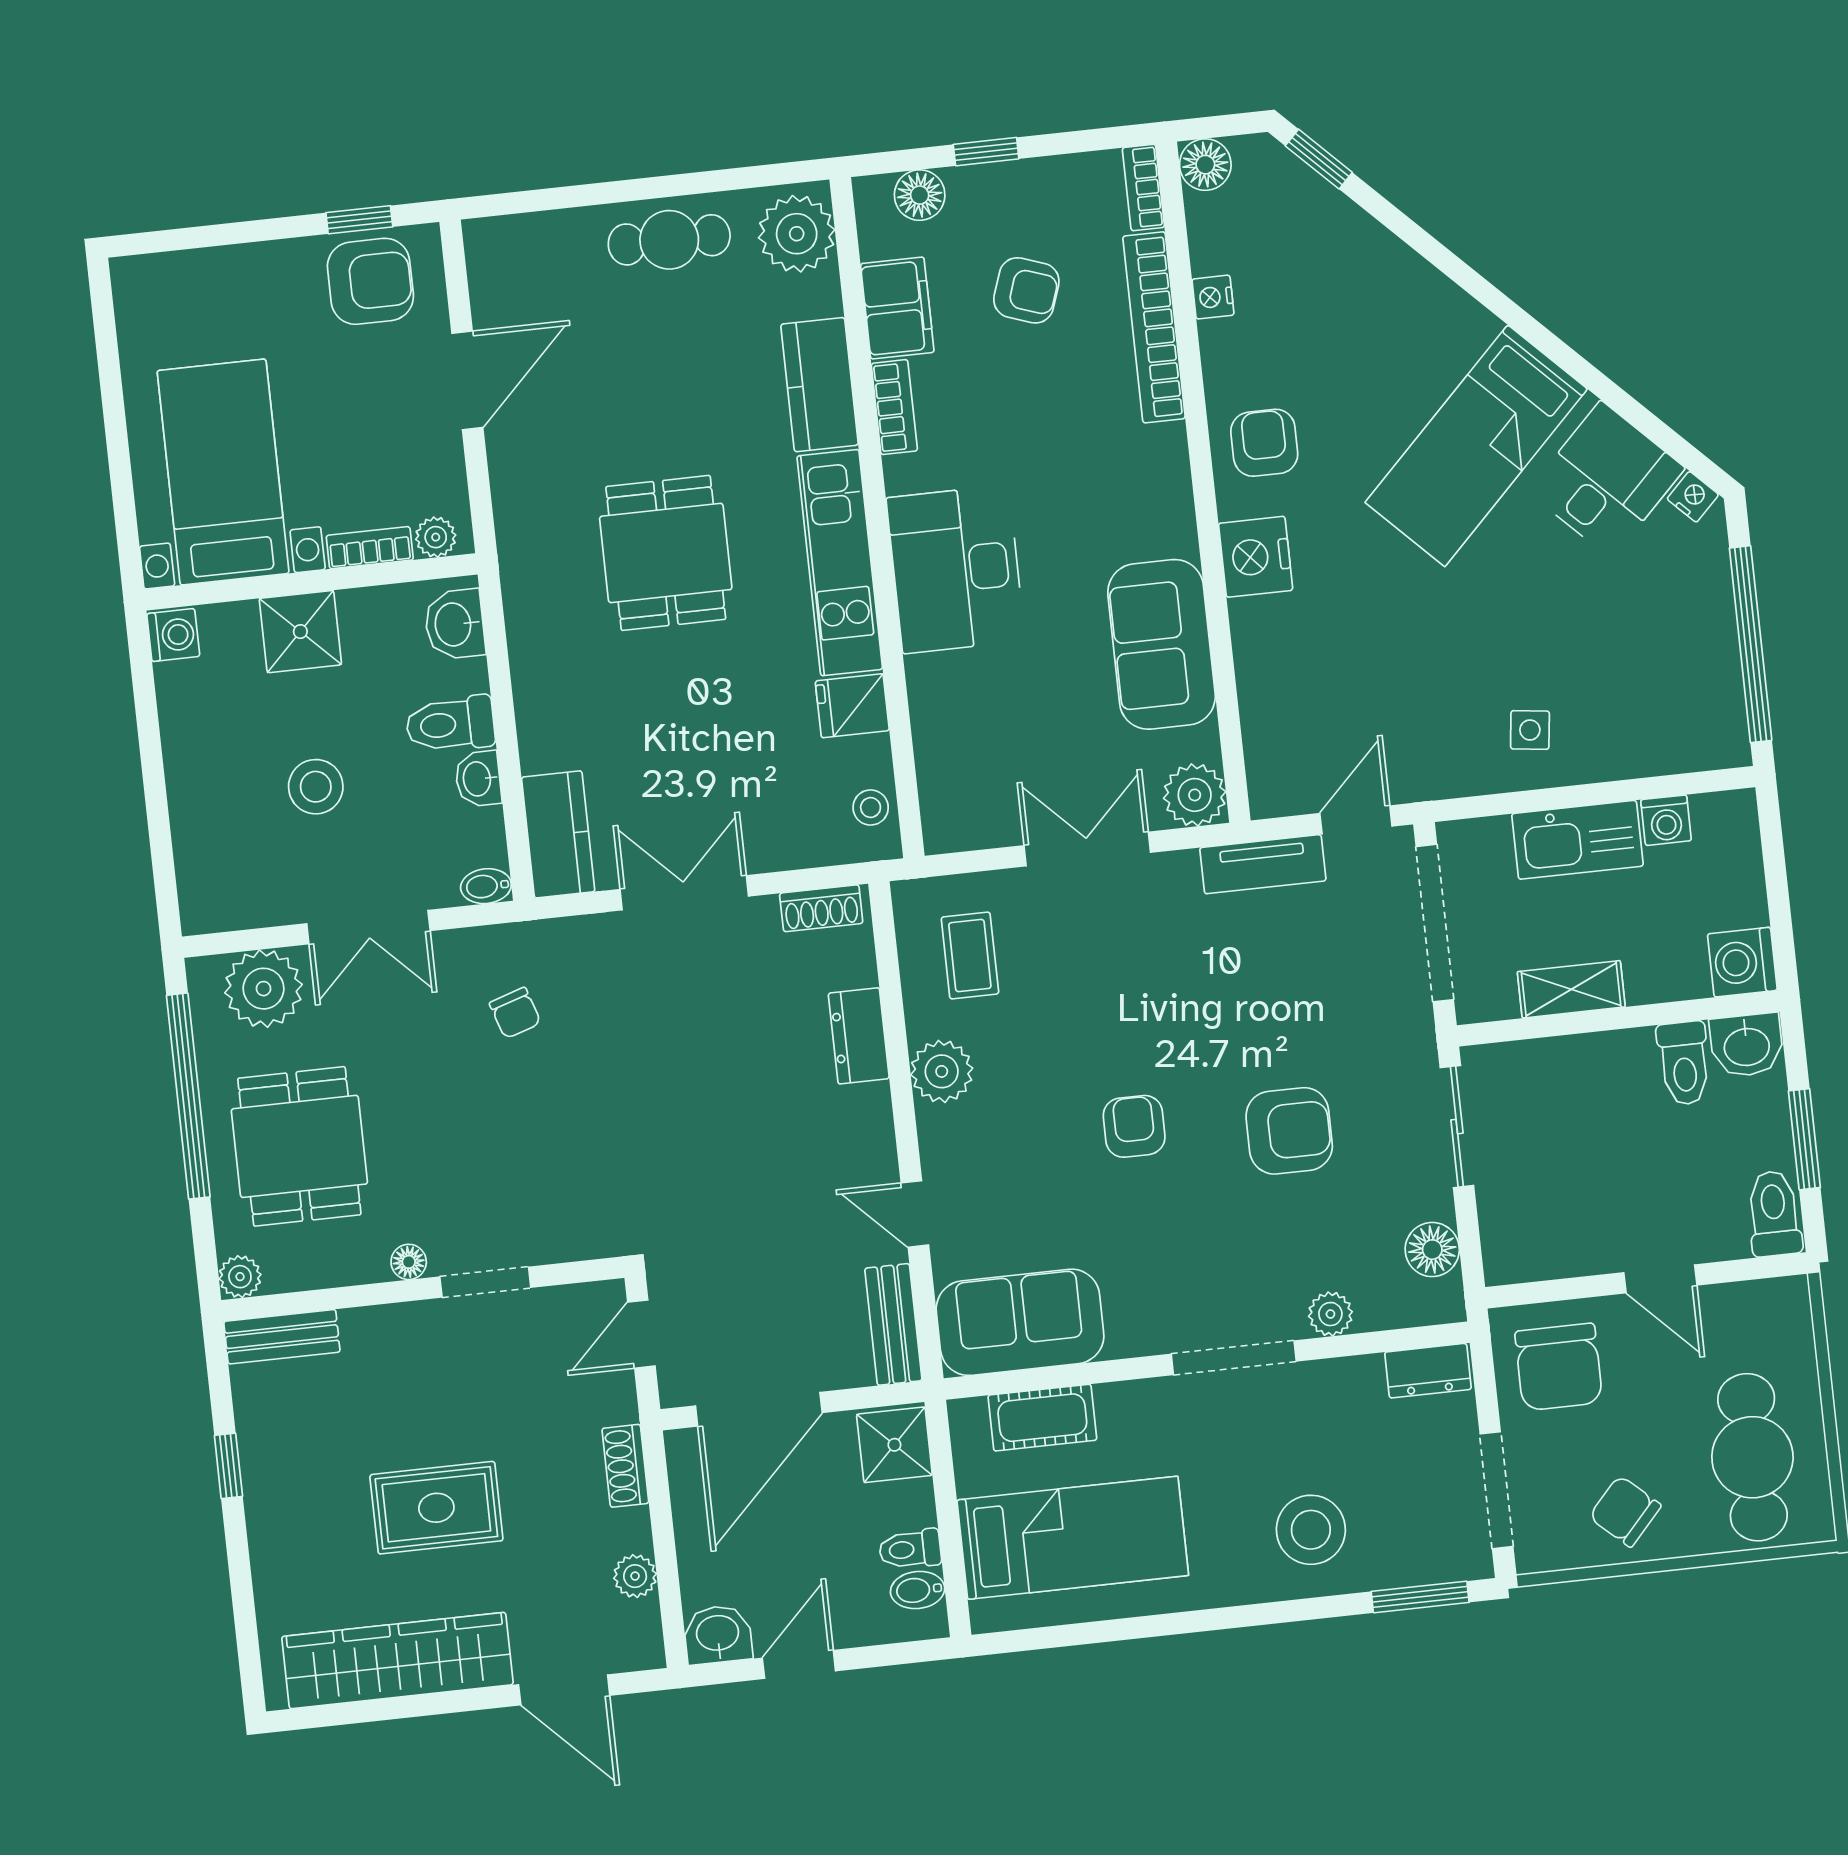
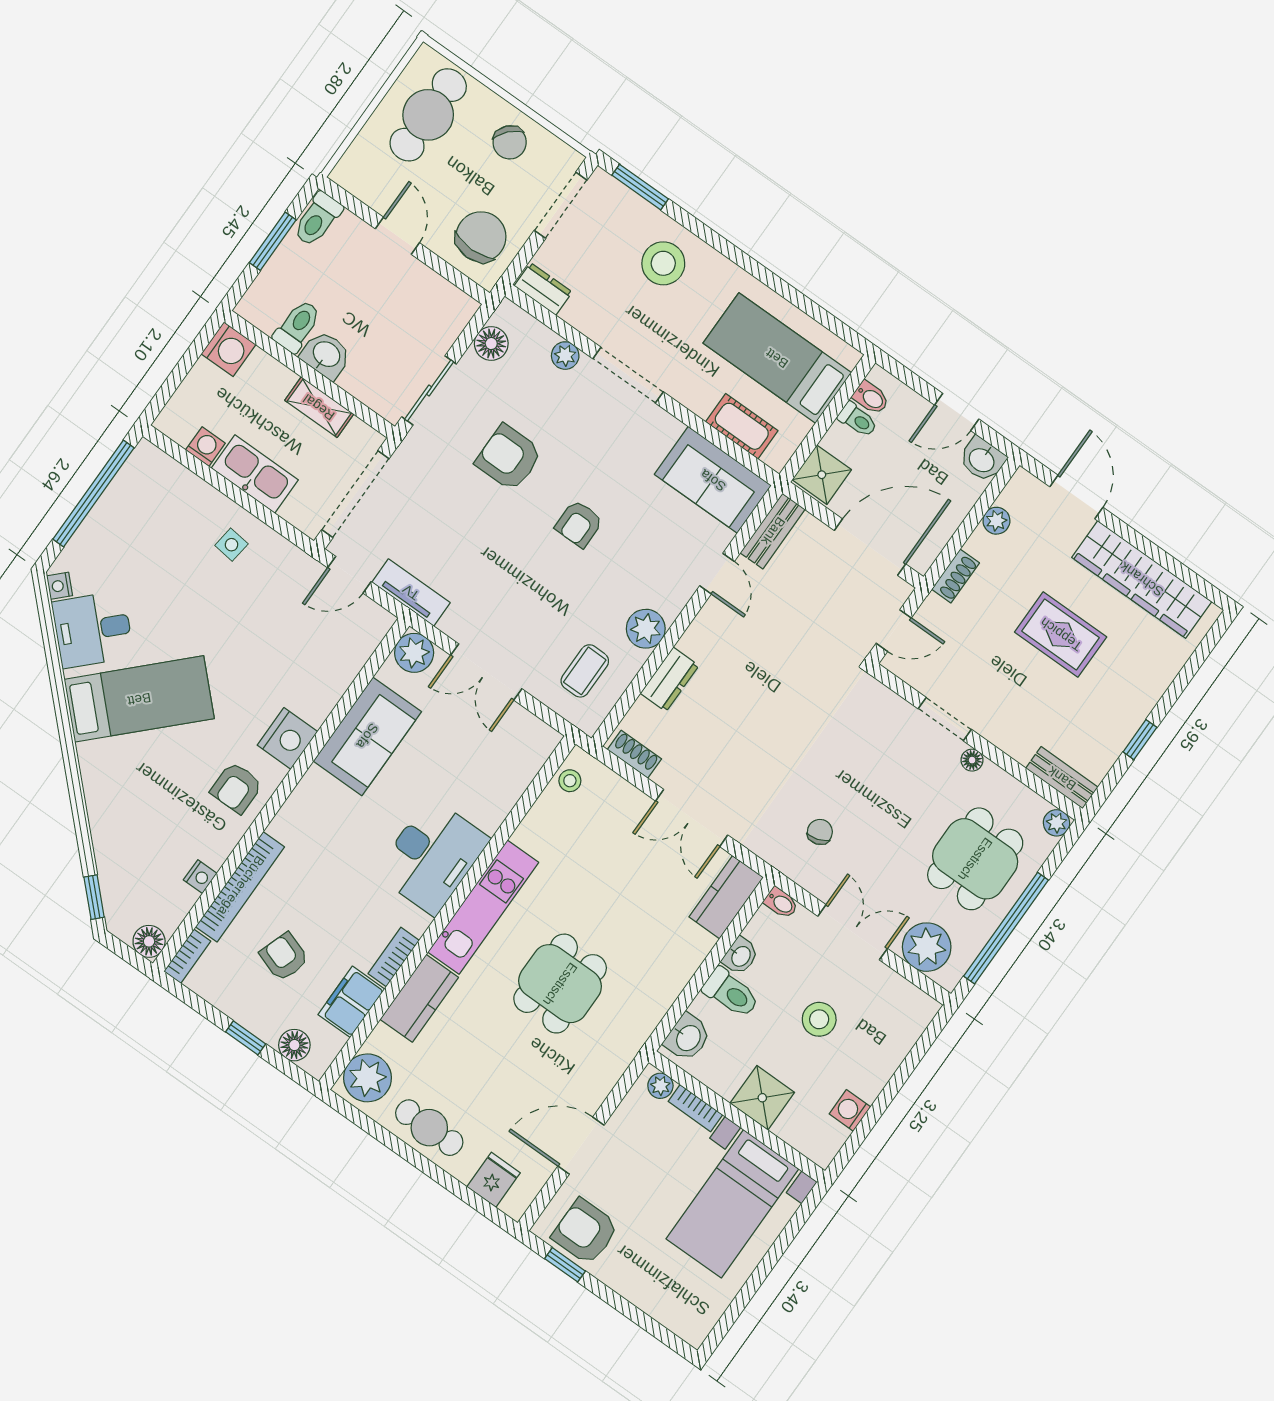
washing machine: (173, 635) -> (850, 1110), moved
fridge: (852, 706) -> (494, 1180), moved, turned -90
washbasin: (1747, 1045) -> (326, 355), moved

